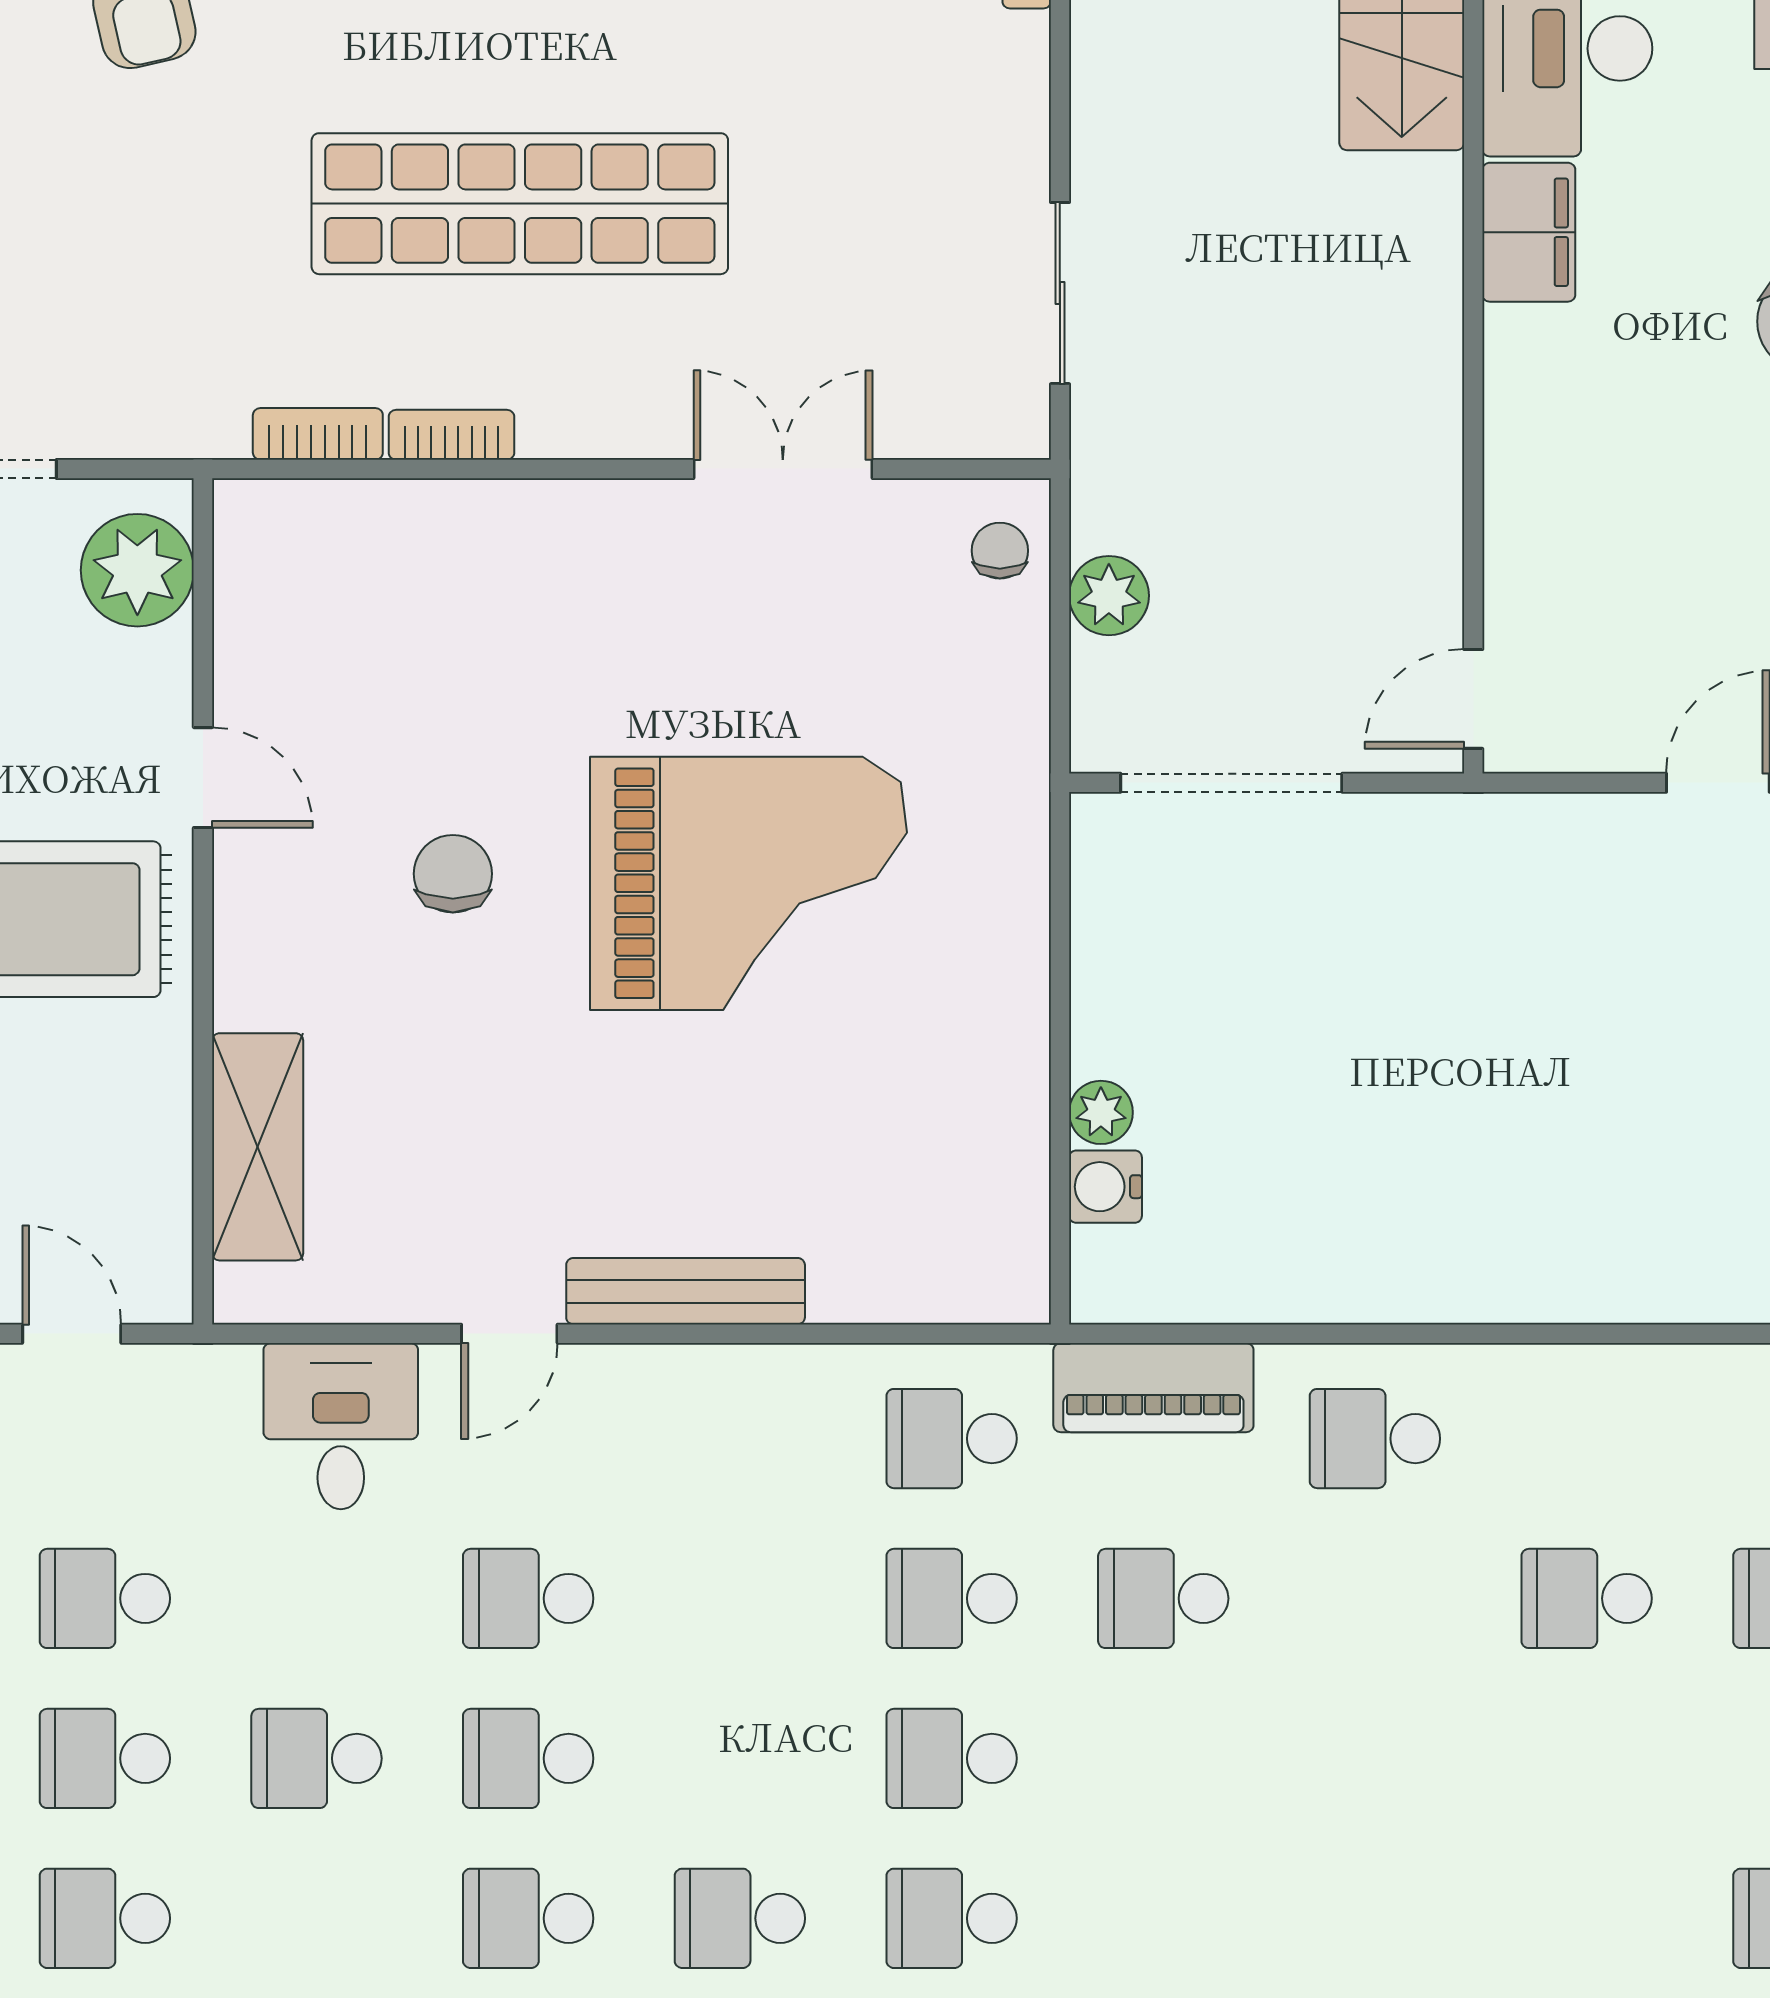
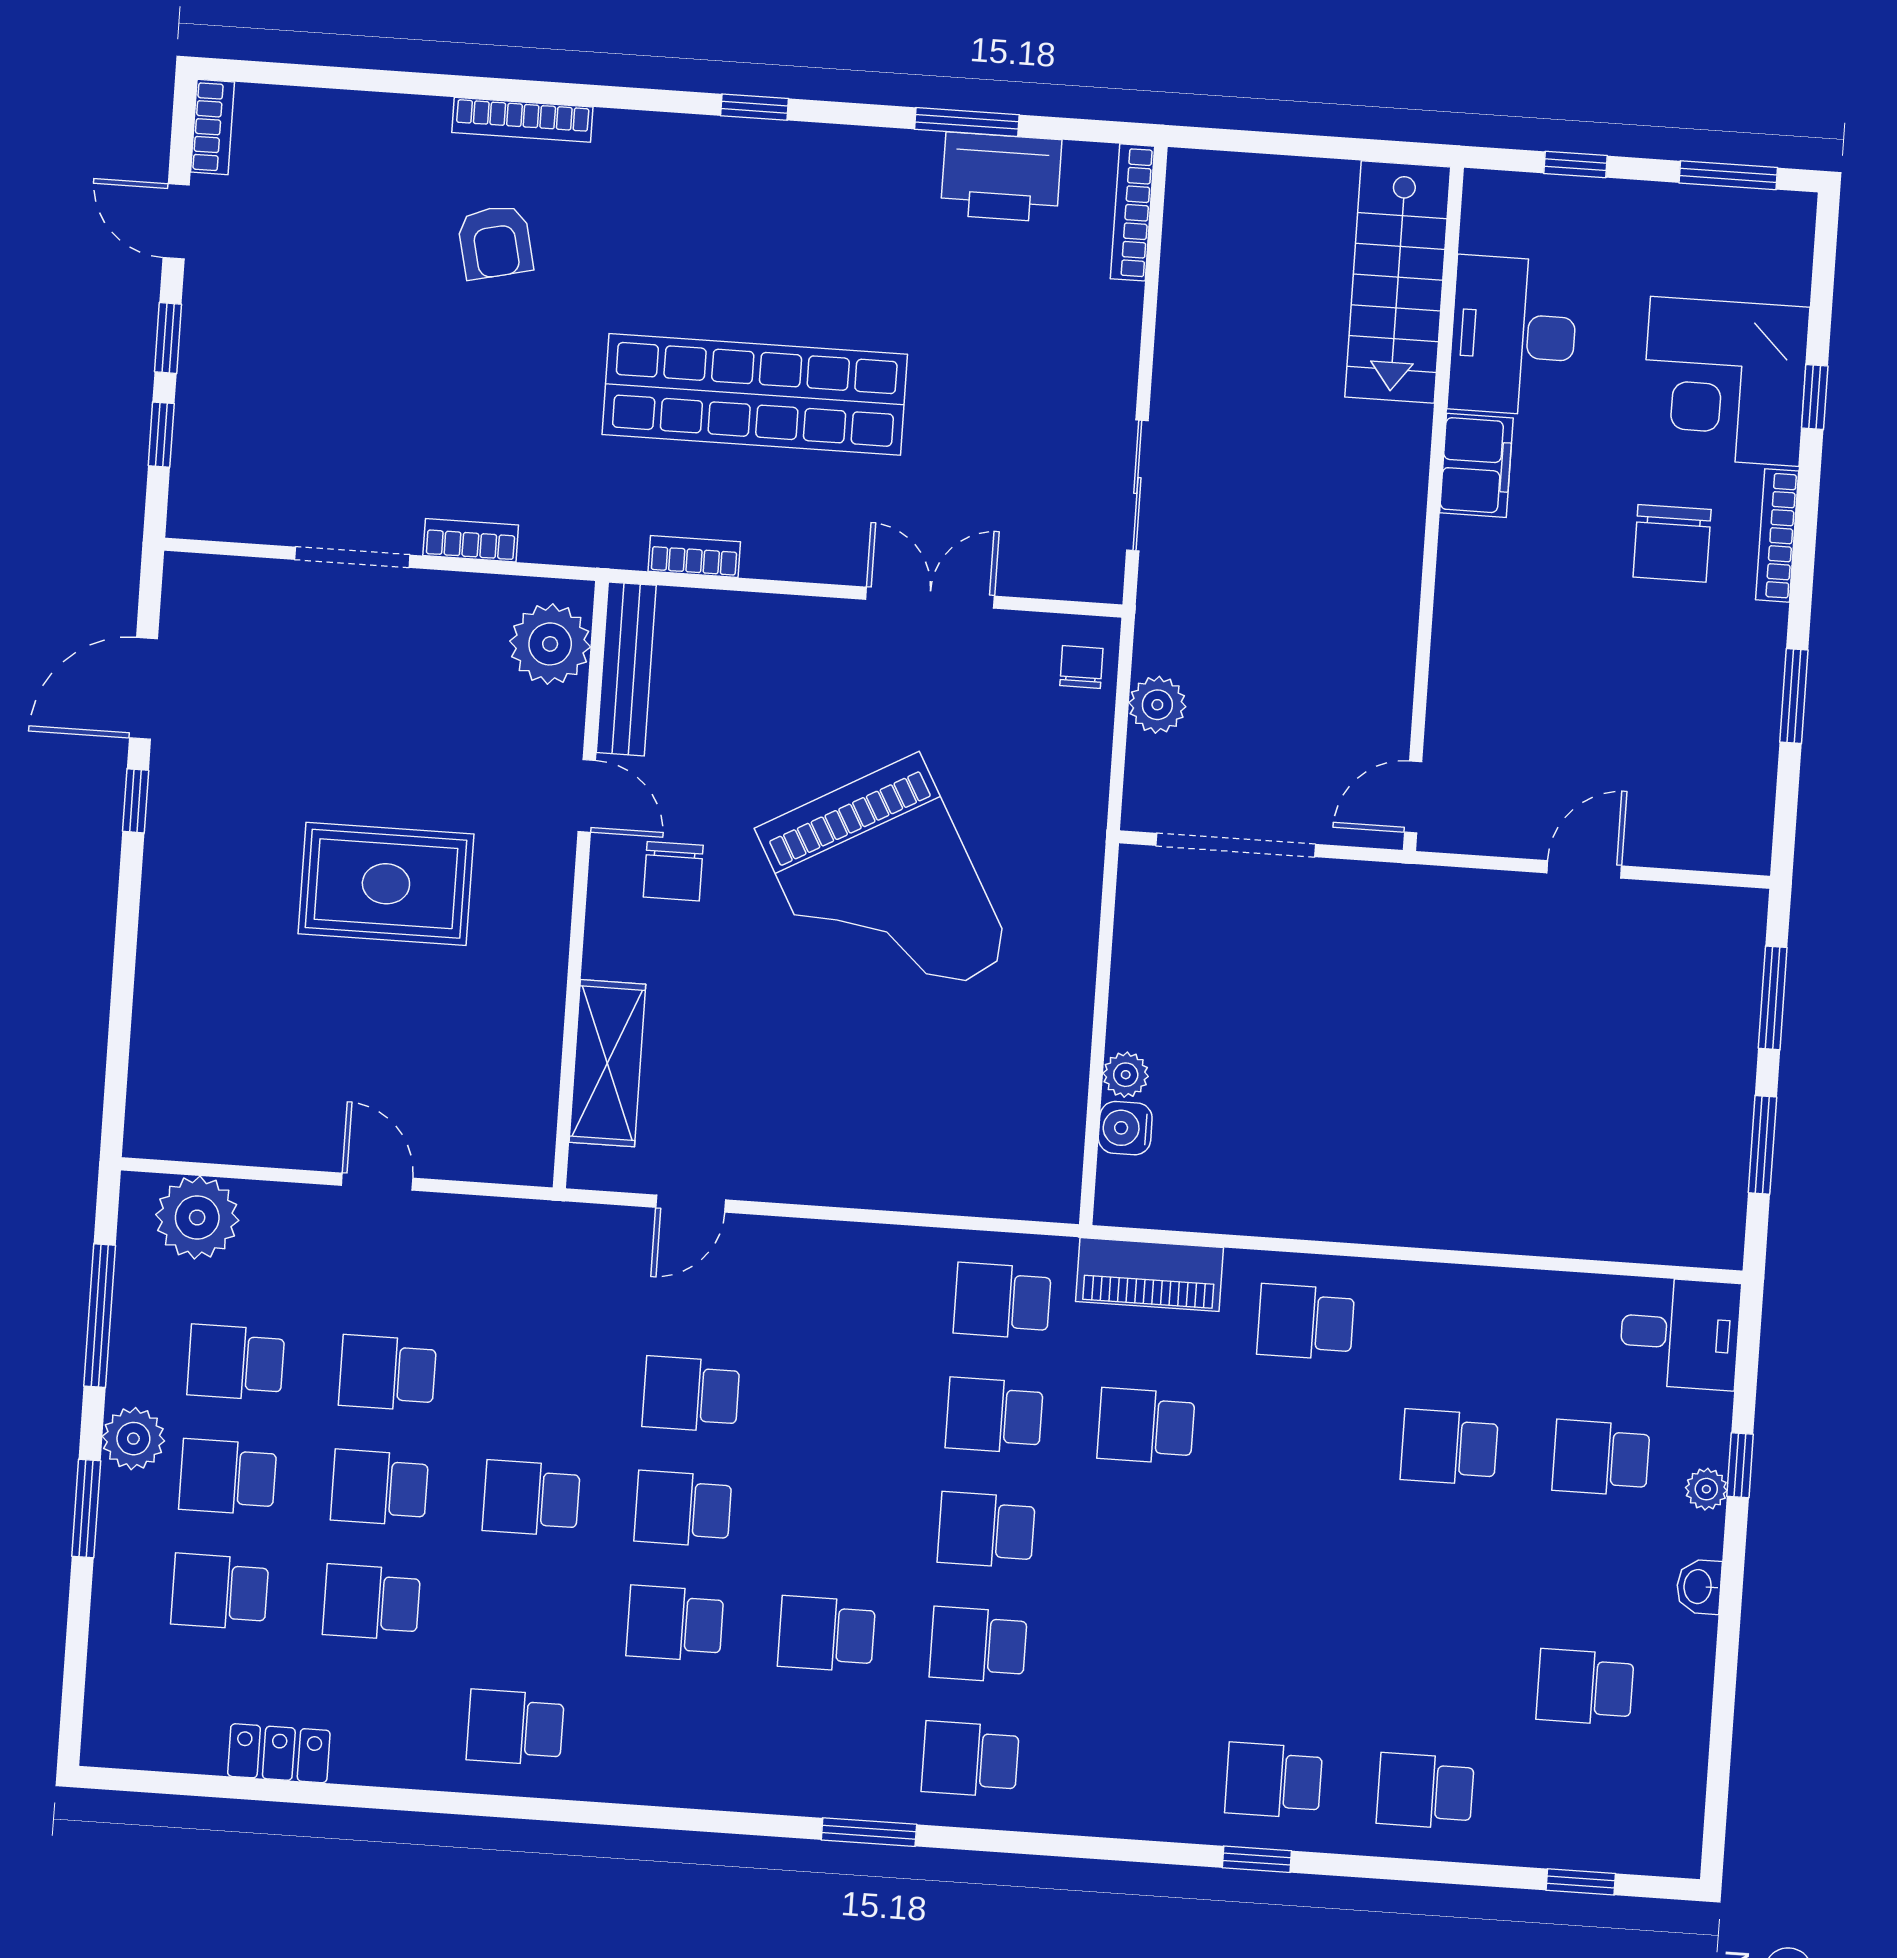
bookcase: (318, 434) -> (471, 540), moved
plant: (137, 570) -> (550, 644), moved
door: (203, 778) -> (587, 796), moved
chair: (453, 874) -> (673, 871), turned 180
grand piano: (749, 883) -> (885, 893), turned 61
wall: (203, 901) -> (581, 885), moved
shelving: (258, 1147) -> (607, 1063), moved
bench: (686, 1291) -> (626, 669), moved, turned 90
desk: (341, 1426) -> (565, 1261), removed

